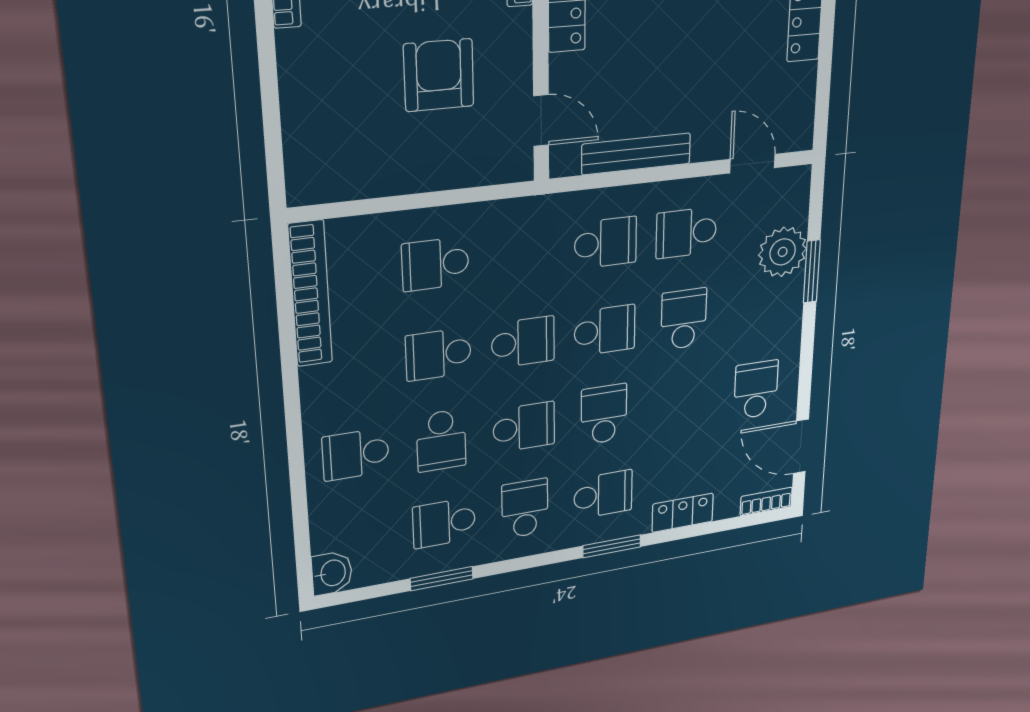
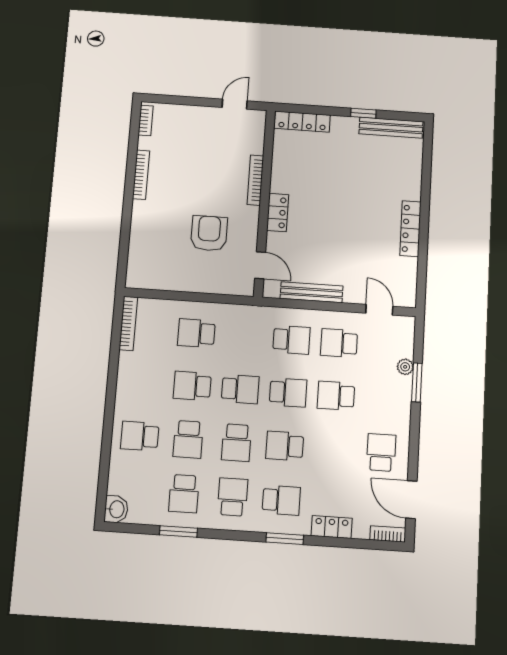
plant: (783, 252) -> (405, 367), width x0.53, depth x0.53
bookcase: (310, 294) -> (128, 323), width x0.68, depth x0.76
school desk: (684, 319) -> (336, 396), turned -90
school desk: (604, 414) -> (285, 446), turned -90
school desk: (524, 427) -> (236, 443), turned 90
school desk: (444, 523) -> (184, 494), turned -90

